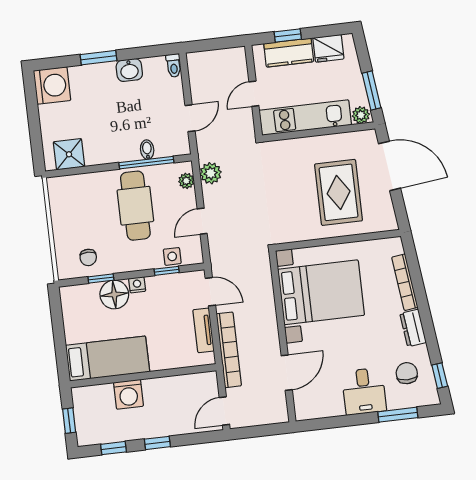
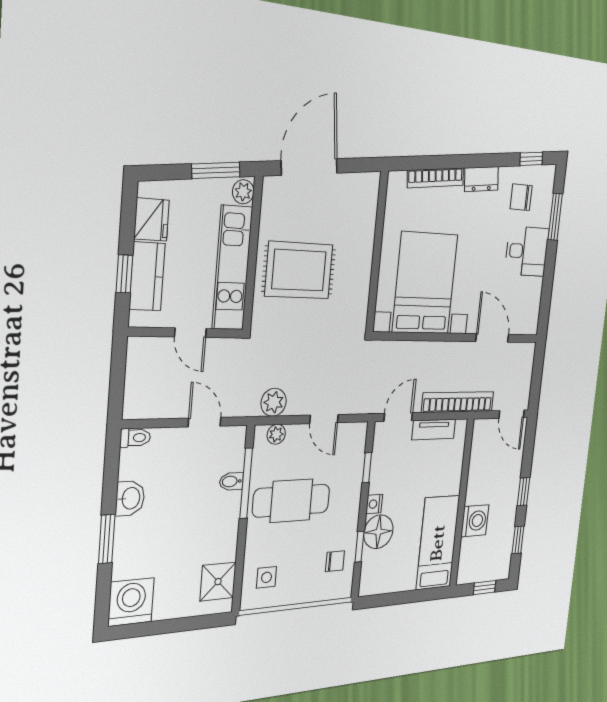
rug: (339, 192) -> (299, 270), moved
side table: (172, 256) -> (267, 577), moved

